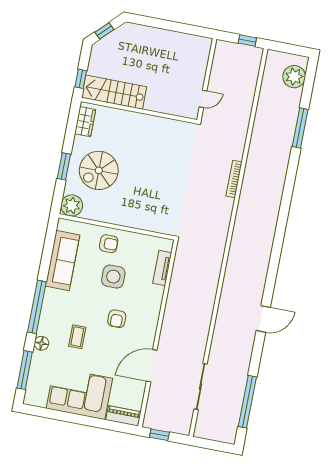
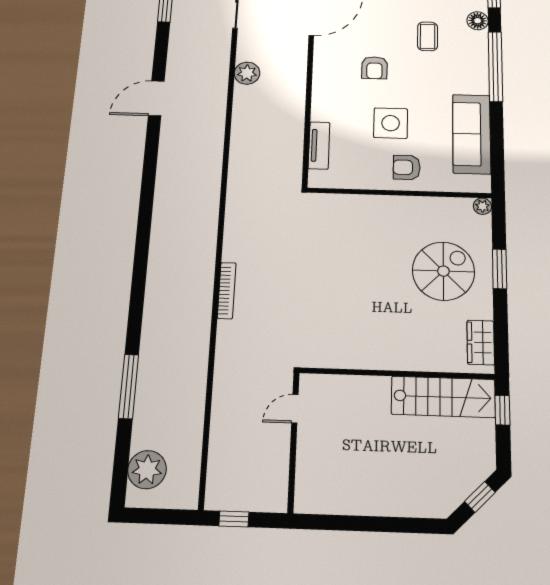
plant: (72, 205) -> (482, 206), width x0.53, depth x0.53
armchair: (117, 319) -> (374, 68), turned 180
plant: (201, 328) -> (247, 73), added

